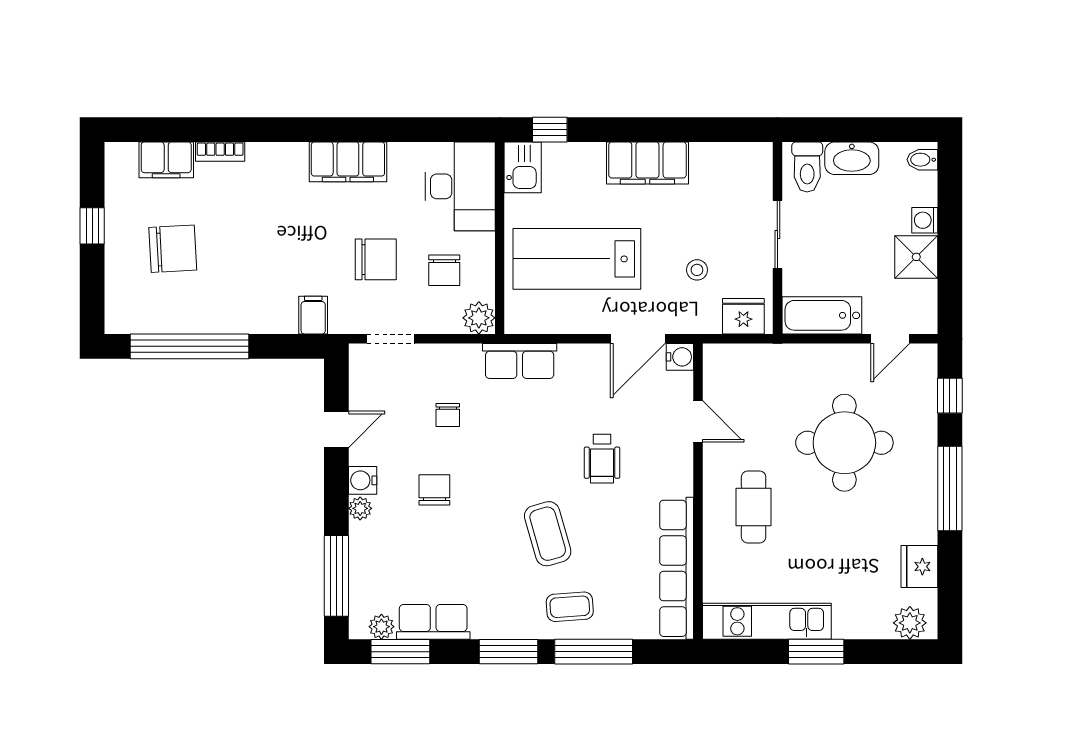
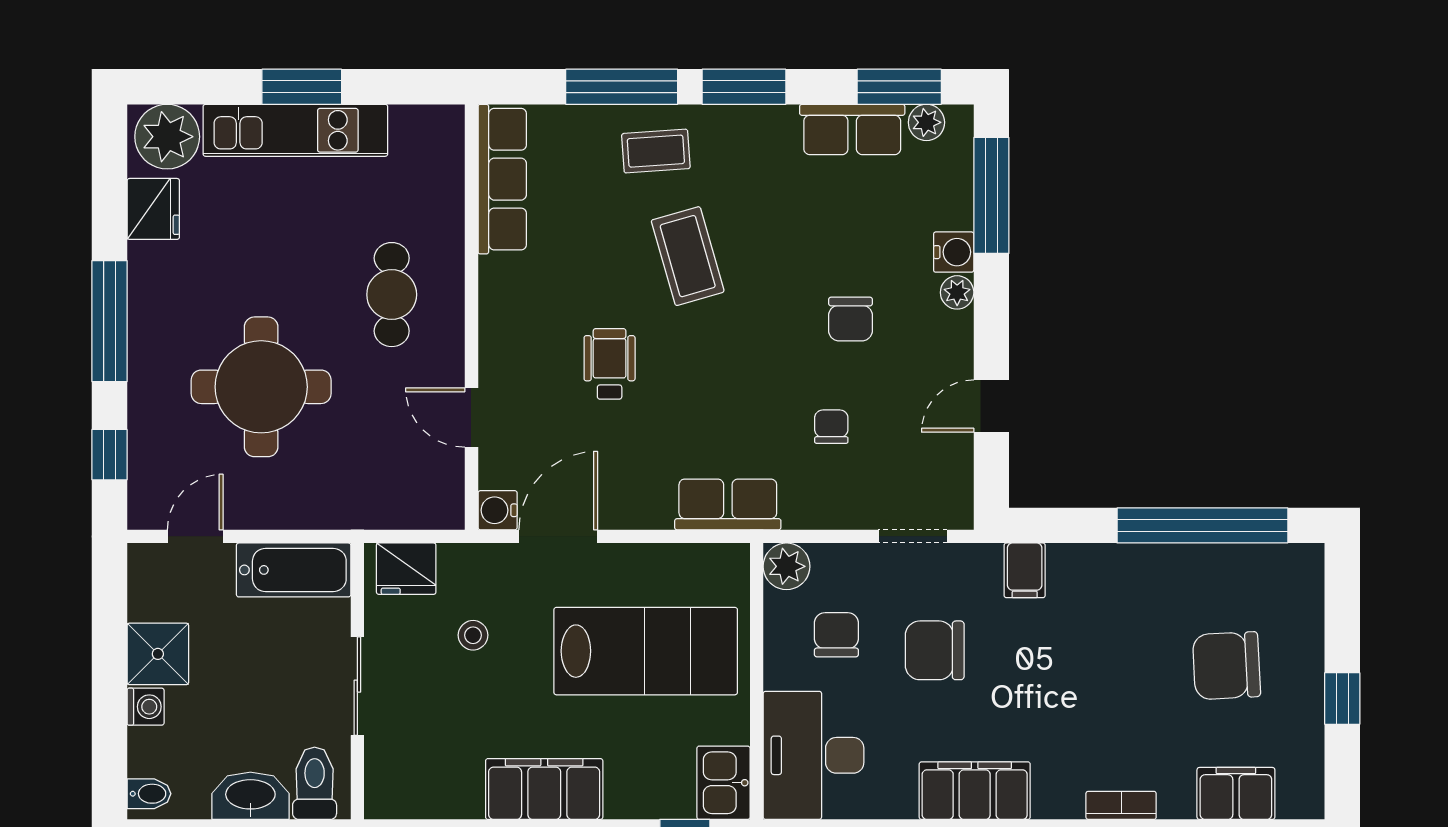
bookcase: (220, 152) -> (1121, 805), moved
water cooler: (363, 480) -> (954, 252), moved
row of seats: (677, 568) -> (502, 179), width x0.73
kitchen unit: (767, 621) -> (295, 130), moved
plant: (910, 623) -> (167, 137), width x1.36, depth x1.36

